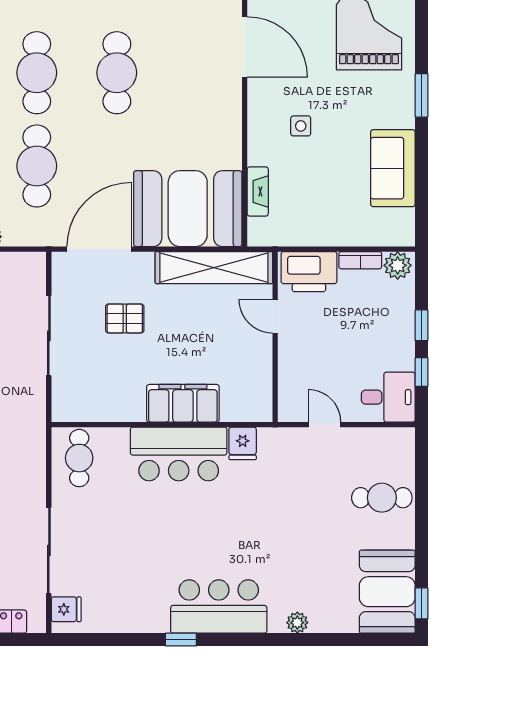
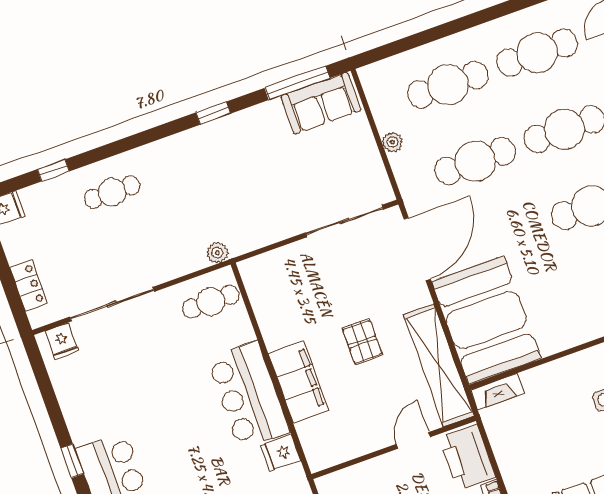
fireplace: (258, 191) -> (497, 391), moved
door: (99, 249) -> (417, 249), hinge flipped
pallet: (125, 318) -> (362, 342), moved
sliding door: (49, 336) -> (344, 221), moved
plant: (36, 436) -> (217, 253), added

